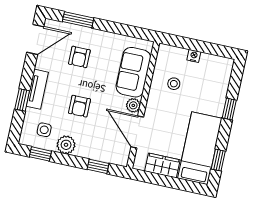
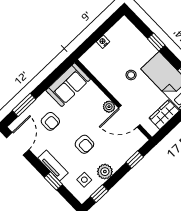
sofa: (133, 72) -> (68, 85), moved, turned -90
stool: (174, 84) -> (131, 75), moved

